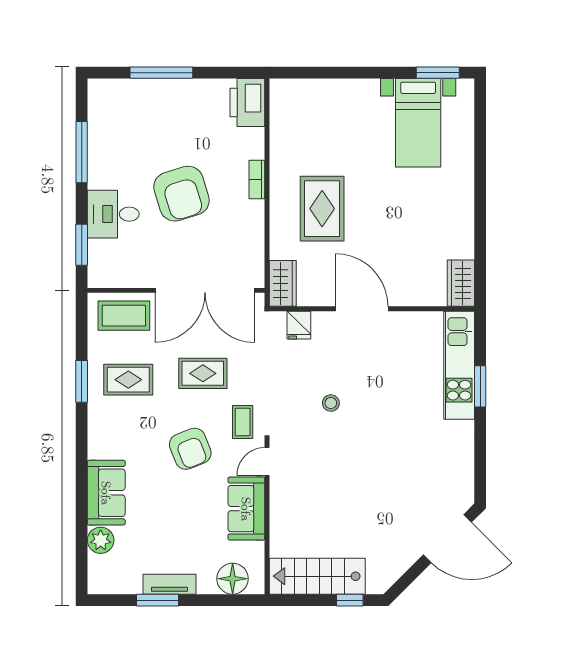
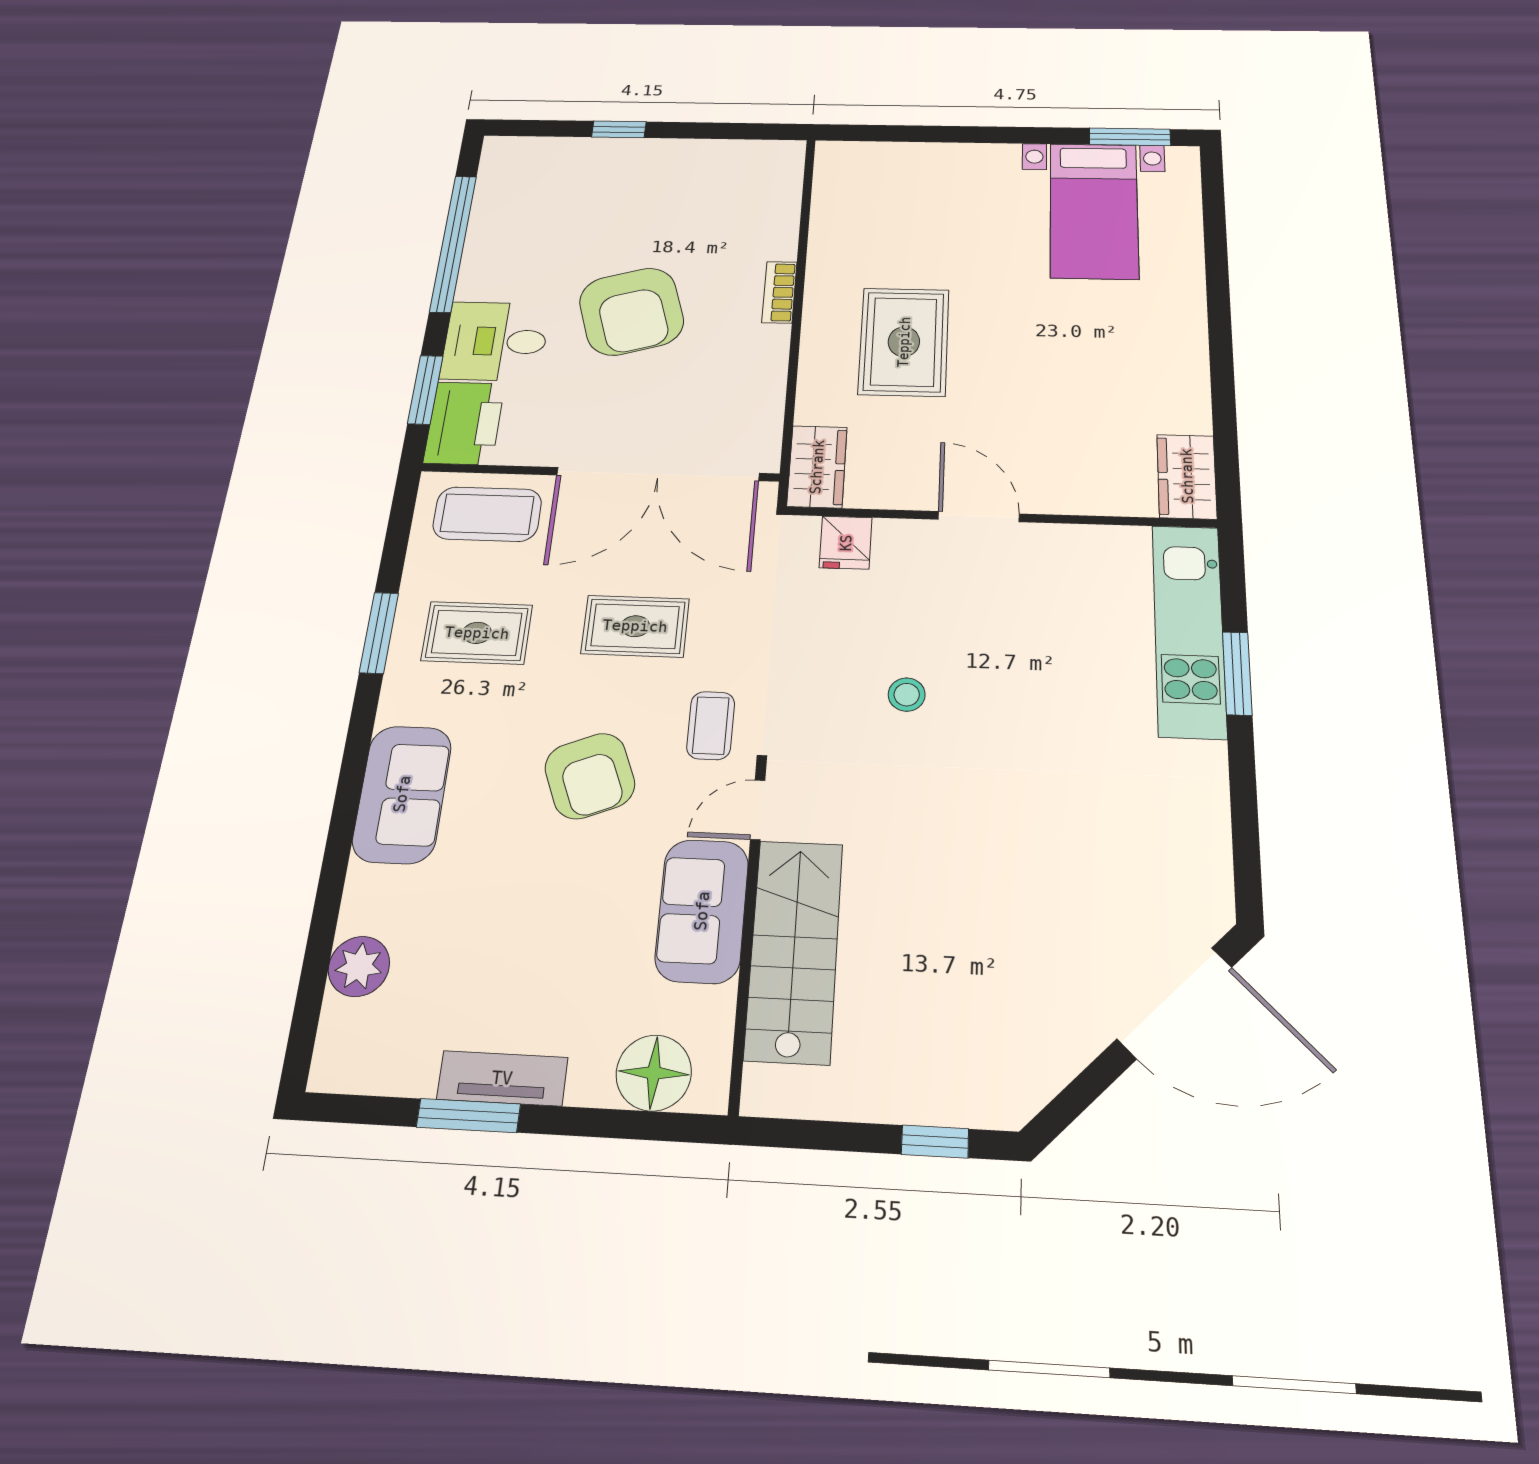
window: (161, 73) -> (619, 129), width x0.46
printer: (247, 103) -> (464, 423), moved, turned 180
window: (82, 152) -> (453, 243), width x1.46
door: (362, 309) -> (979, 517), width x0.73
sofa: (106, 493) -> (402, 794), moved
stairs: (317, 576) -> (794, 950), moved, turned 90

